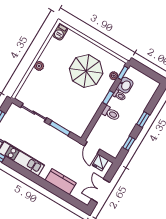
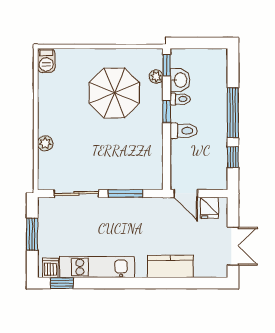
plant: (39, 66) -> (45, 143), moved
window: (143, 119) -> (233, 113), width x2.17
double door: (100, 191) -> (233, 246), swing flipped

